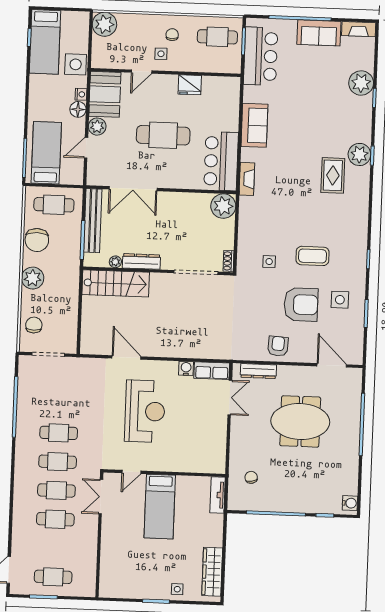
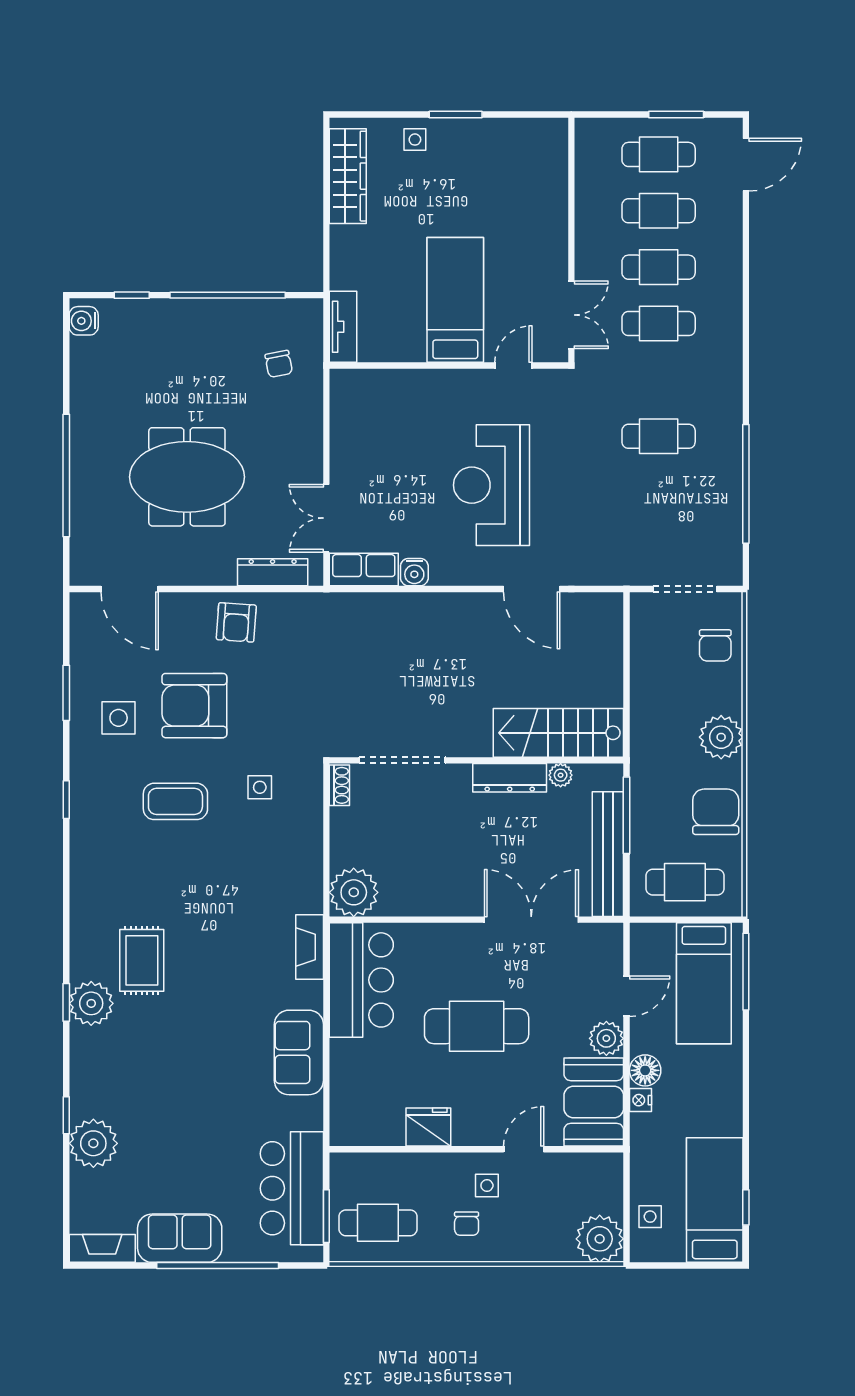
side table: (76, 64) -> (650, 1217), moved, width x0.54, depth x0.54
cafe table: (58, 462) -> (659, 211), moved

